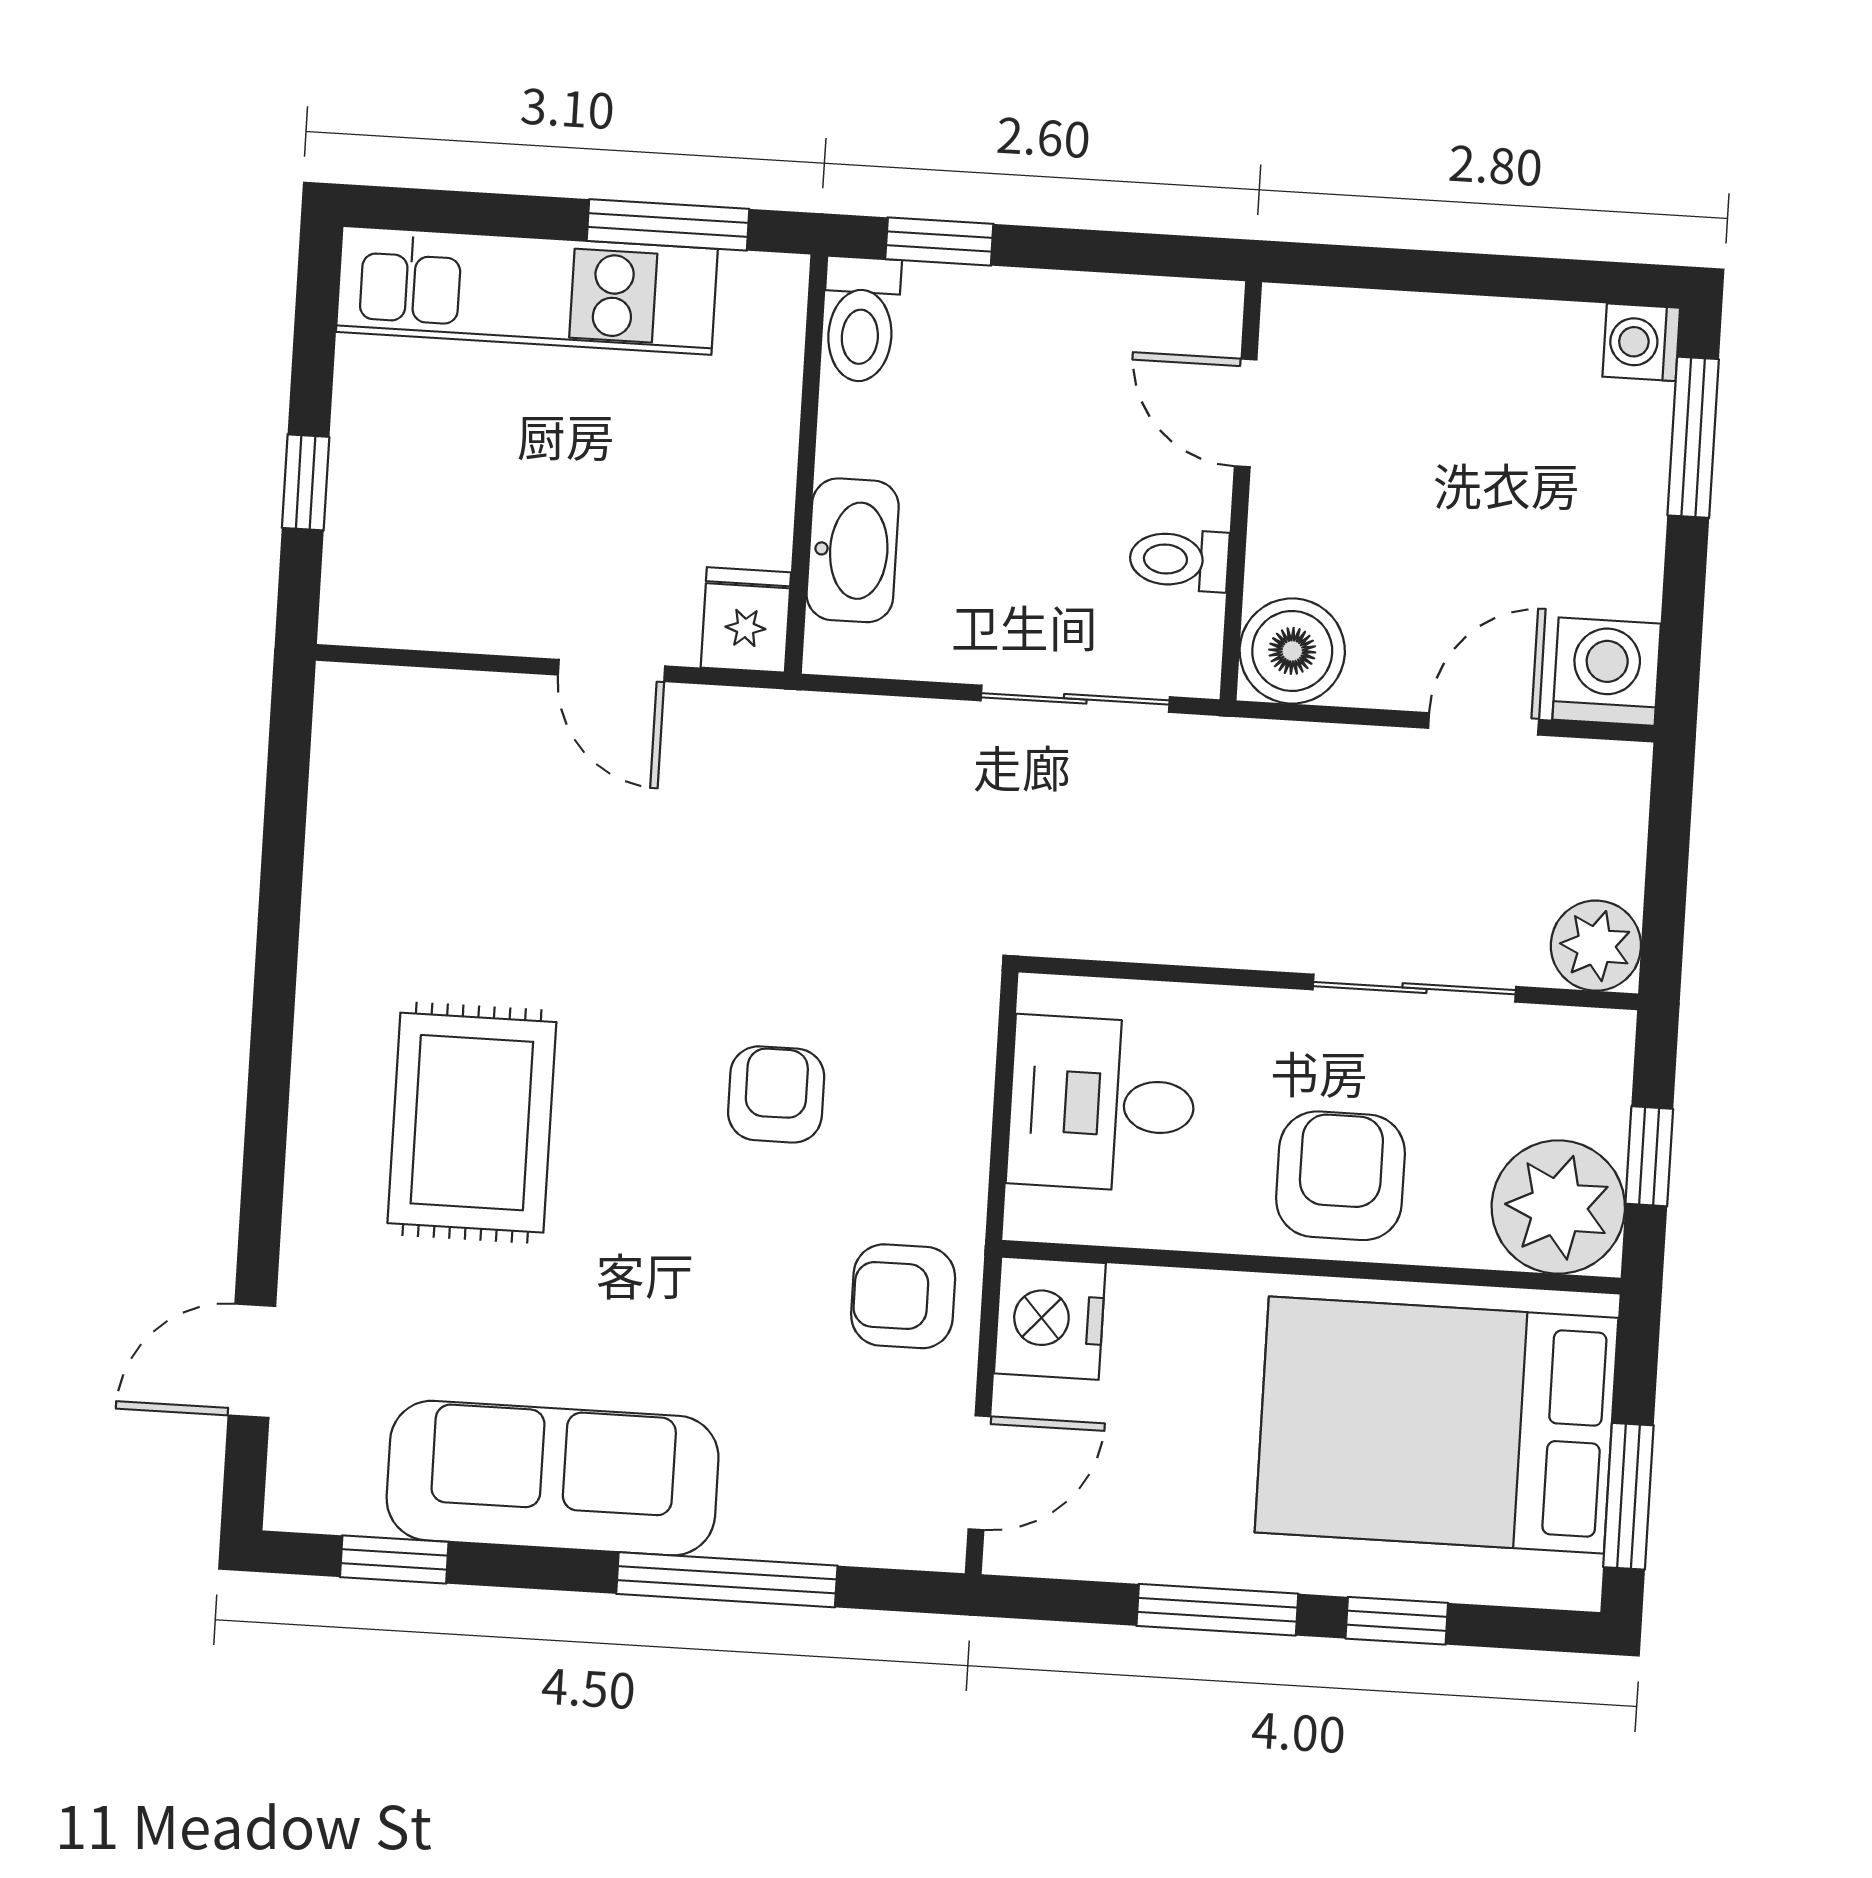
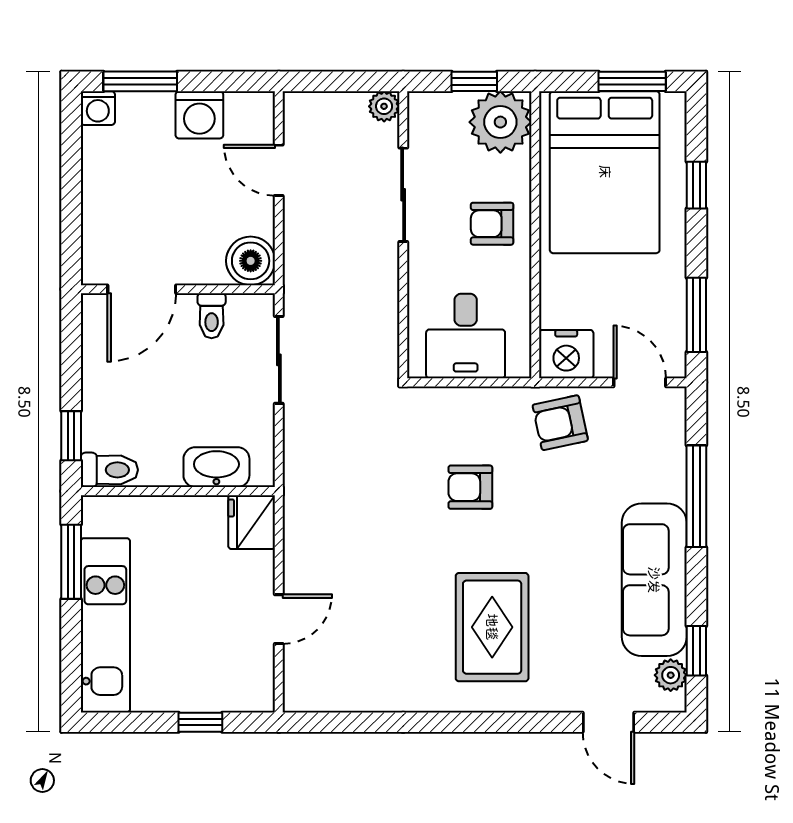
door: (1246, 413) -> (142, 289), width x1.38
fridge: (746, 620) -> (252, 522), width x1.38
door: (612, 670) -> (279, 619), moved
washing machine: (1607, 672) -> (199, 115), moved, turned -90
plant: (1596, 946) -> (384, 106), width x0.73, depth x0.73
rug: (472, 1123) -> (492, 627), turned 90
armchair: (1340, 1176) -> (492, 224), width x0.72, depth x0.72
armchair: (903, 1296) -> (560, 423), turned 78
plant: (345, 1501) -> (671, 675), added
window: (1217, 1610) -> (696, 315), moved

